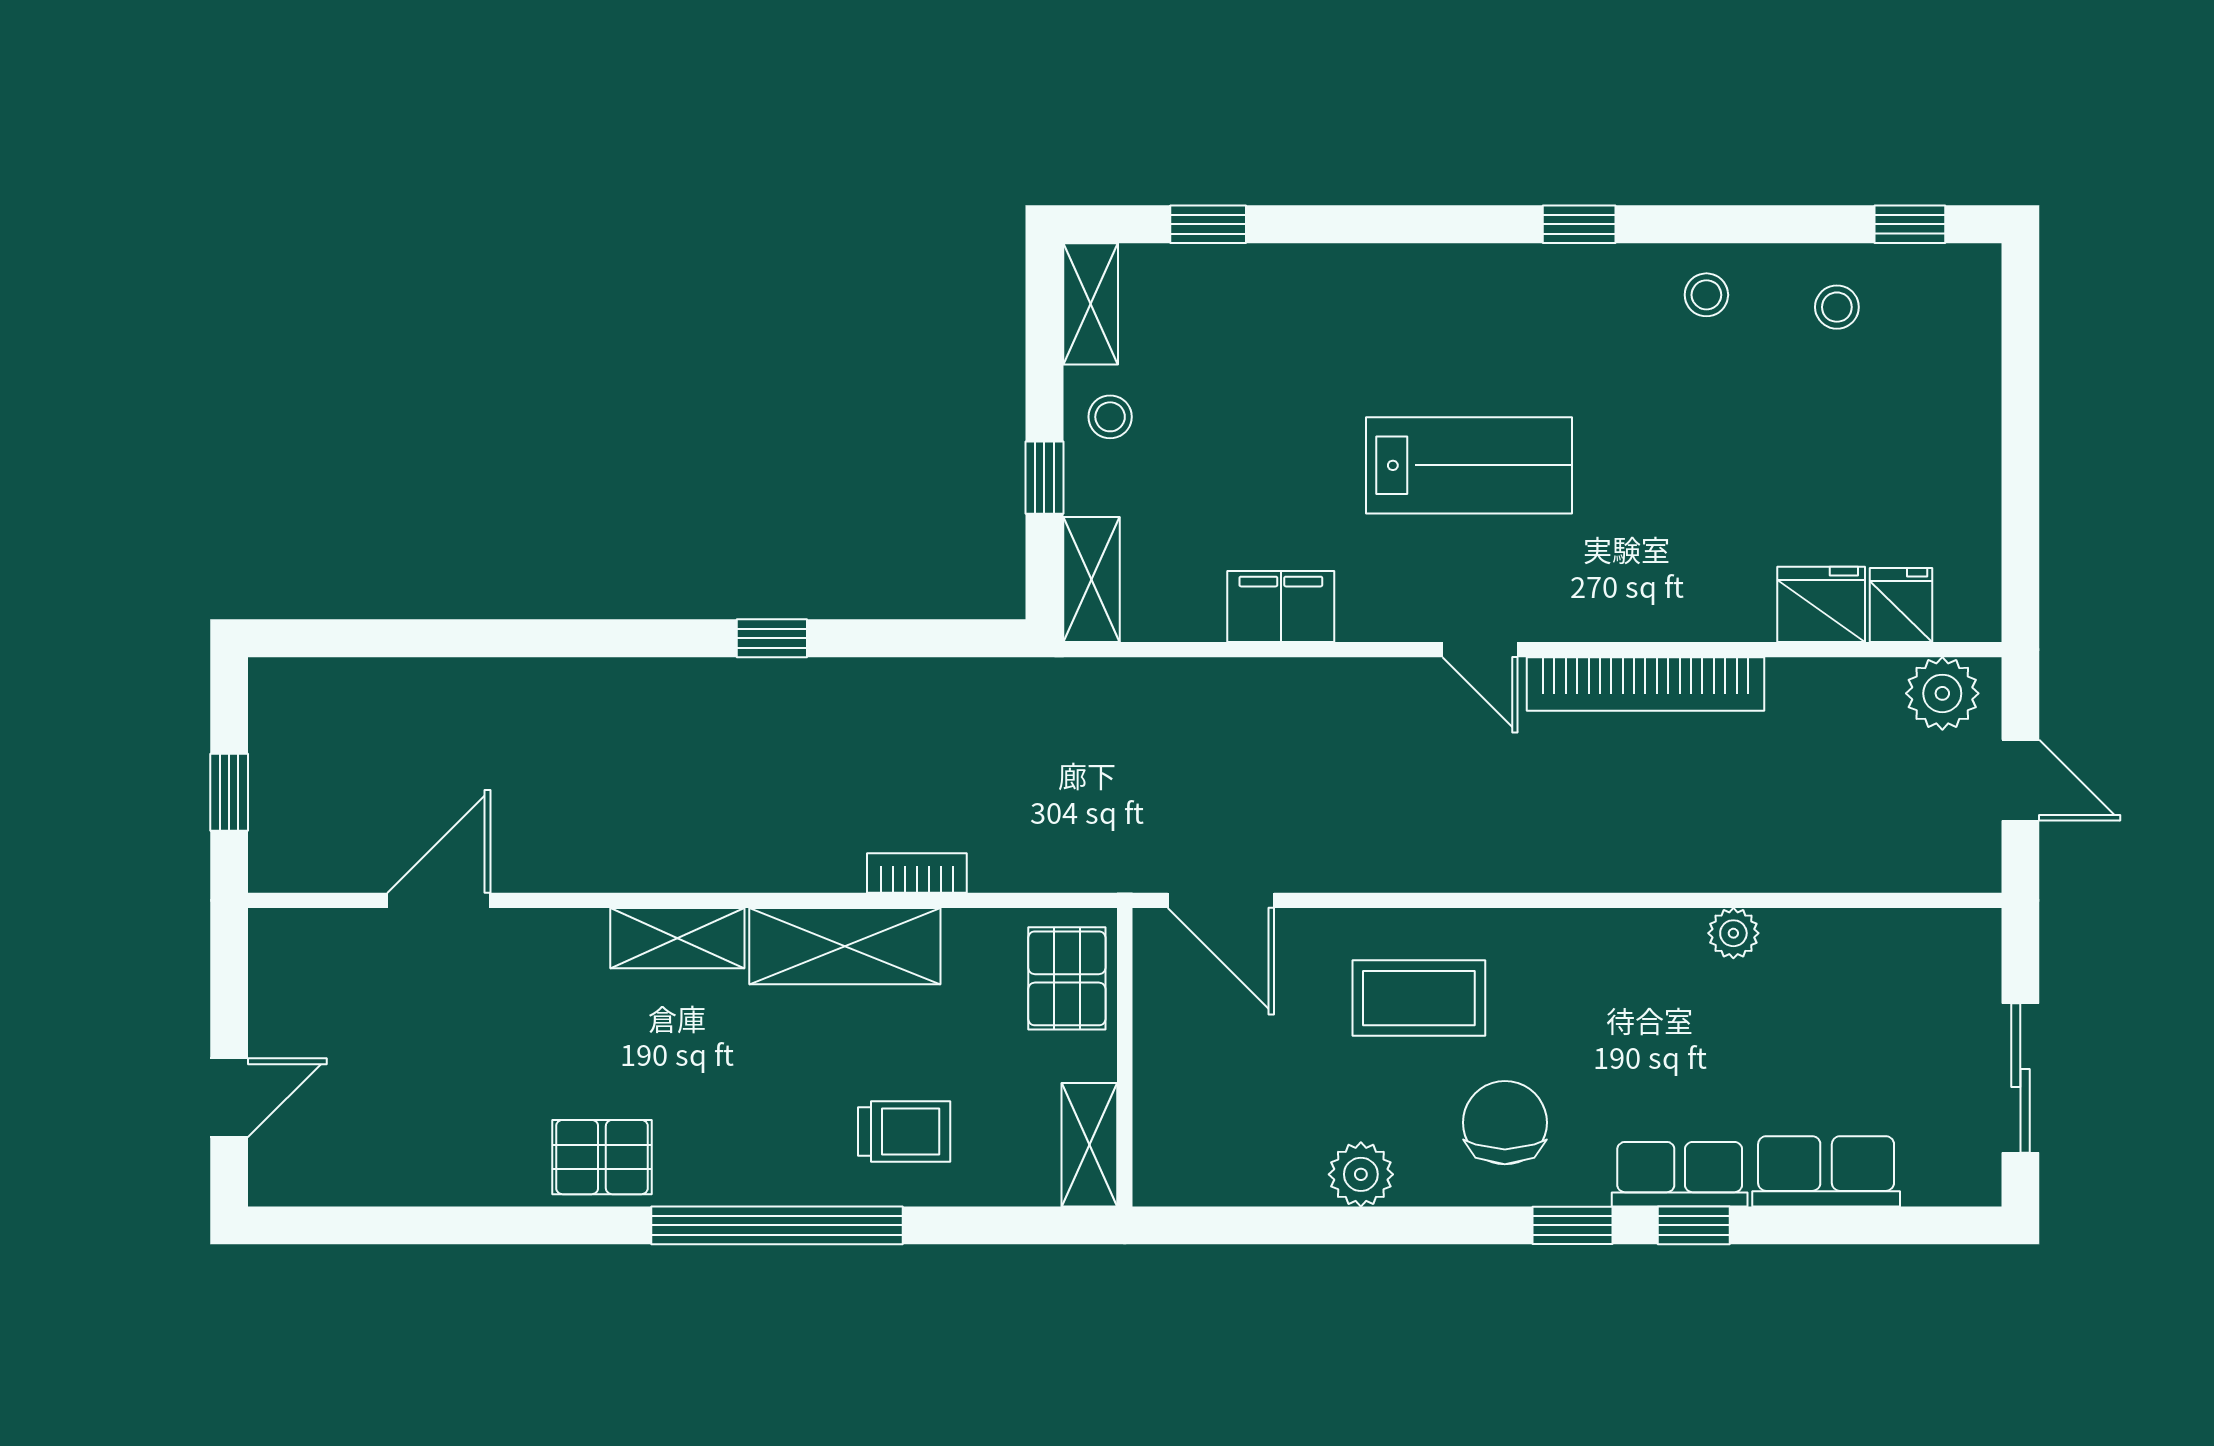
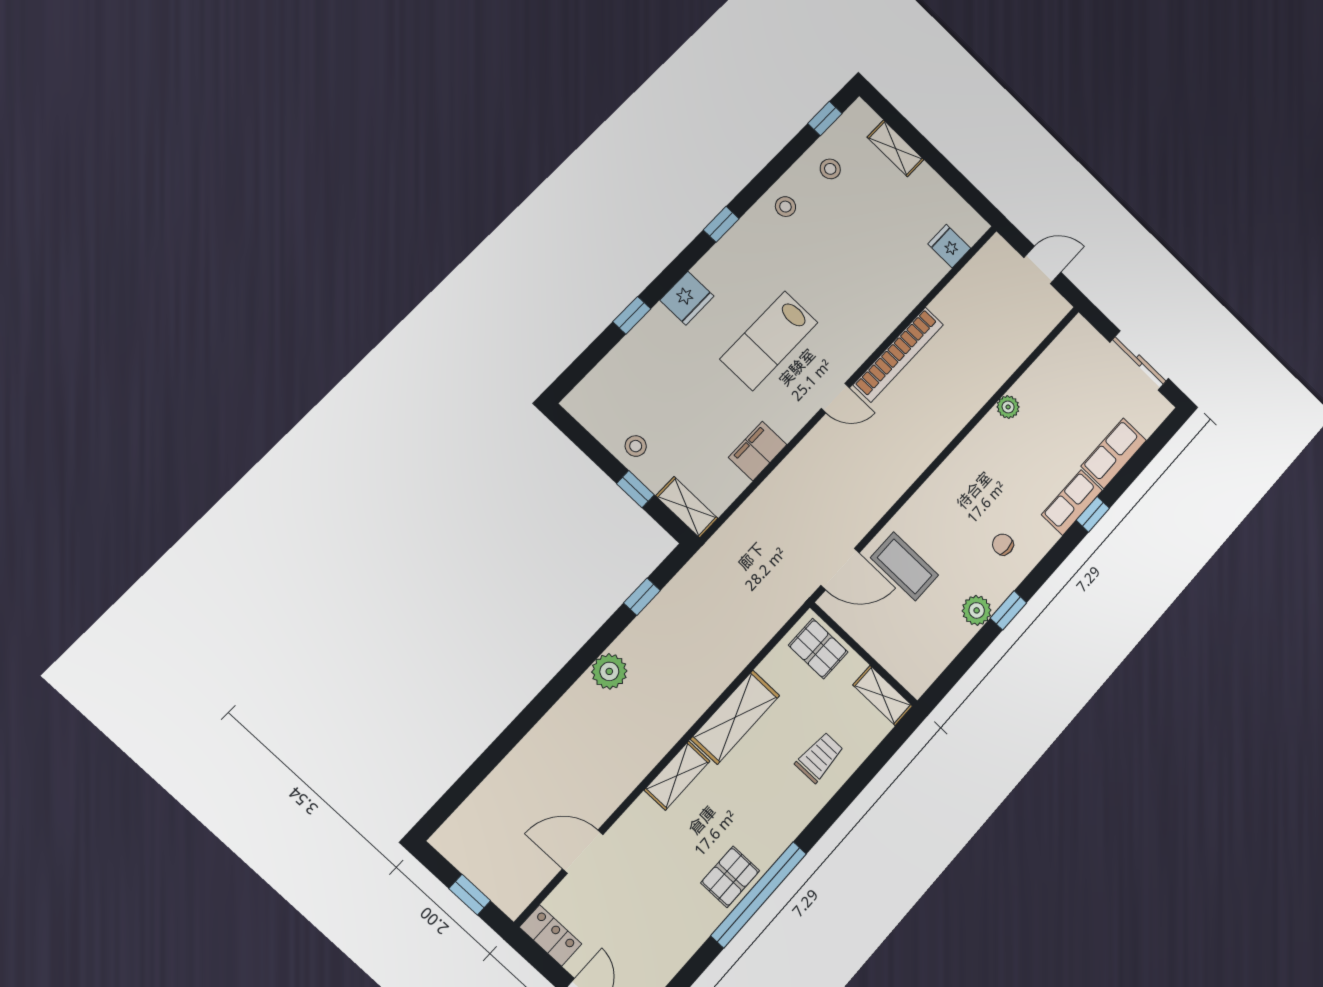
window: (1208, 224) -> (632, 315), moved
shelving: (1091, 304) -> (896, 148), moved
lab bench: (1469, 465) -> (769, 341), turned 180
fridge: (1821, 604) -> (687, 298), moved, turned 180
window: (772, 638) -> (642, 597), moved
plant: (1942, 693) -> (609, 671), moved
bookcase: (917, 873) -> (733, 667), removed
door: (439, 900) -> (583, 852), hinge flipped
locker: (277, 966) -> (551, 935), added
coffee table: (1419, 998) -> (905, 566), moved, turned 90
chair: (1505, 1123) -> (1003, 544), width x0.54, depth x0.54
window: (777, 1225) -> (759, 895), moved
window: (1572, 1225) -> (1008, 610), moved

